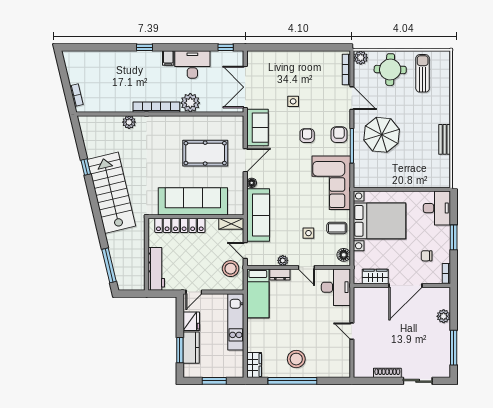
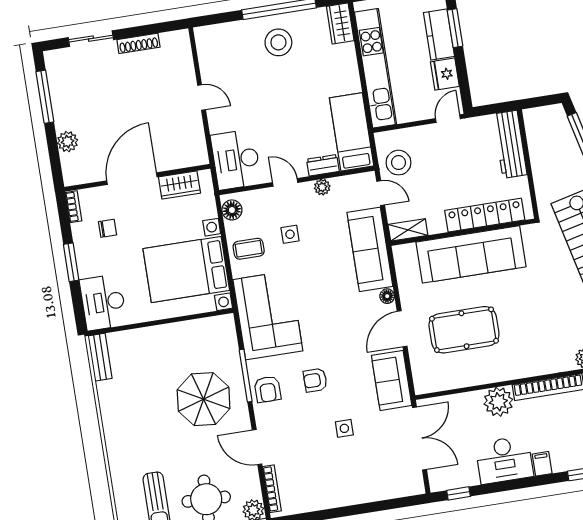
armchair: (307, 136) -> (315, 380), turned 90
bench: (445, 139) -> (100, 357), moved
kitchen unit: (236, 322) -> (376, 68), width x1.36

